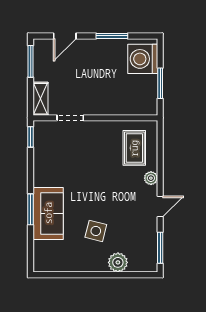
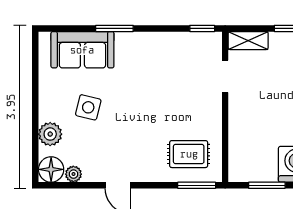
plant: (151, 178) -> (73, 174), moved
sofa: (48, 213) -> (82, 50), moved
window: (160, 248) -> (197, 185), moved
floor lamp: (147, 262) -> (51, 169), added

